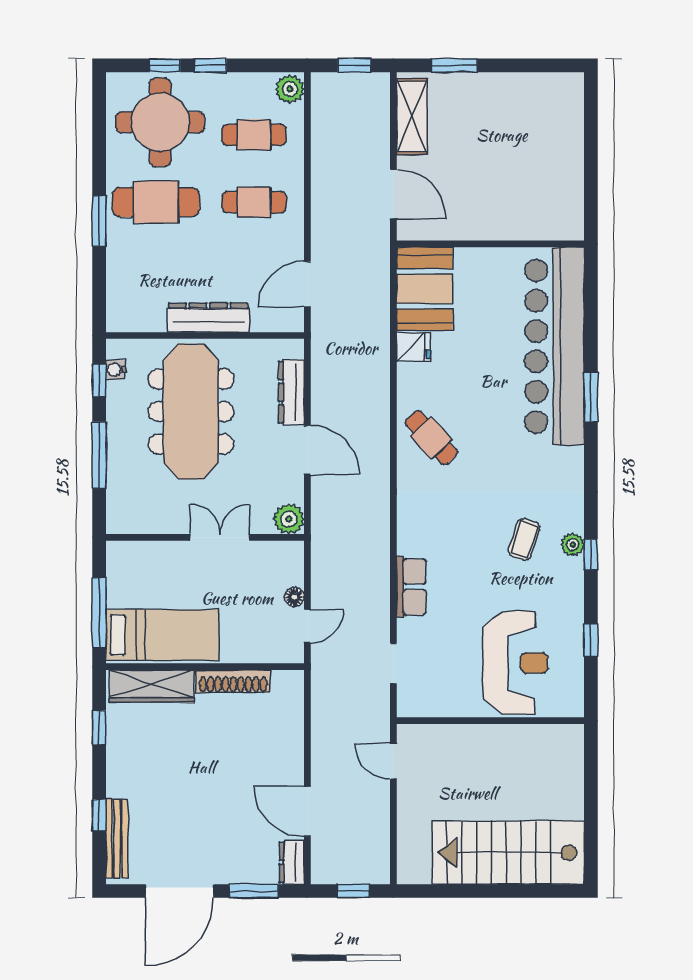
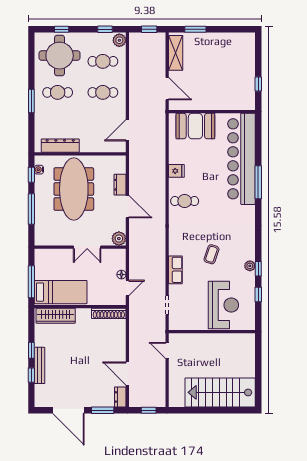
window: (210, 65) -> (105, 29), moved
window: (591, 184) -> (258, 84), added
cafe table: (156, 202) -> (58, 92), width x0.73, depth x0.74
booth: (425, 289) -> (195, 126), moved, turned 90
dresser: (208, 318) -> (60, 146), moved
fridge: (414, 347) -> (176, 171), moved
dresser: (291, 392) -> (120, 185), width x0.70
window: (591, 397) -> (258, 182), width x1.44
cafe table: (431, 438) -> (185, 201), turned -47
double door: (220, 537) -> (87, 247), swing flipped
coffee table: (524, 539) -> (211, 254), moved
plant: (573, 545) -> (250, 266), moved
window: (591, 555) -> (258, 269), moved
shoe rack: (233, 681) -> (109, 313), moved
window: (99, 728) -> (31, 350), moved
bench: (117, 838) -> (40, 365), moved
door: (179, 891) -> (68, 410), hinge flipped

